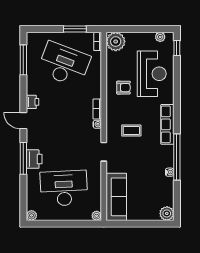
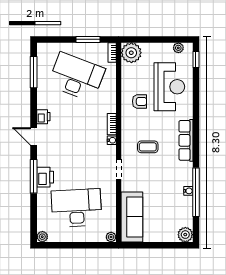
window: (177, 157) -> (196, 192), moved

